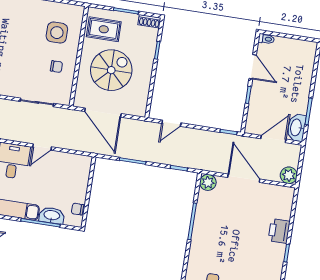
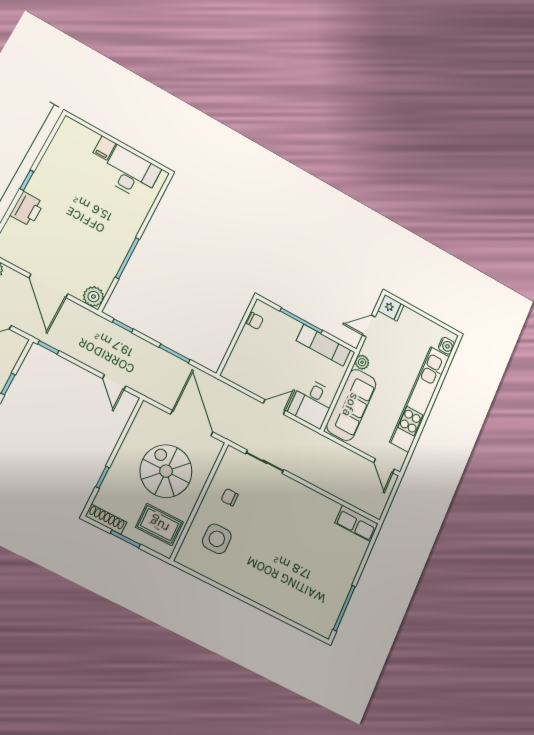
shoe rack: (149, 21) -> (106, 519), width x1.43
spiral stairs: (111, 70) -> (166, 471), turned 90
door: (171, 123) -> (114, 382), swing flipped
washbasin: (52, 216) -> (286, 324), removed

